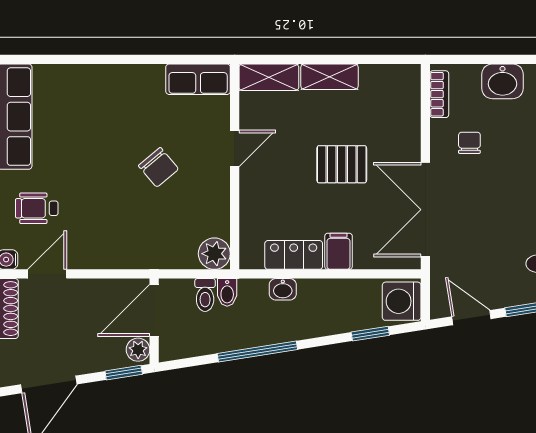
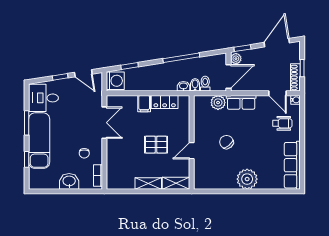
row of seats: (198, 79) -> (241, 102), moved, turned 180
plant: (113, 86) -> (247, 179), added
pallet: (342, 164) -> (156, 145), moved
double door: (425, 210) -> (104, 123), width x0.73
plant: (214, 254) -> (218, 103), moved
door: (47, 274) -> (277, 93), hinge flipped
washbasin: (283, 289) -> (183, 86), moved

